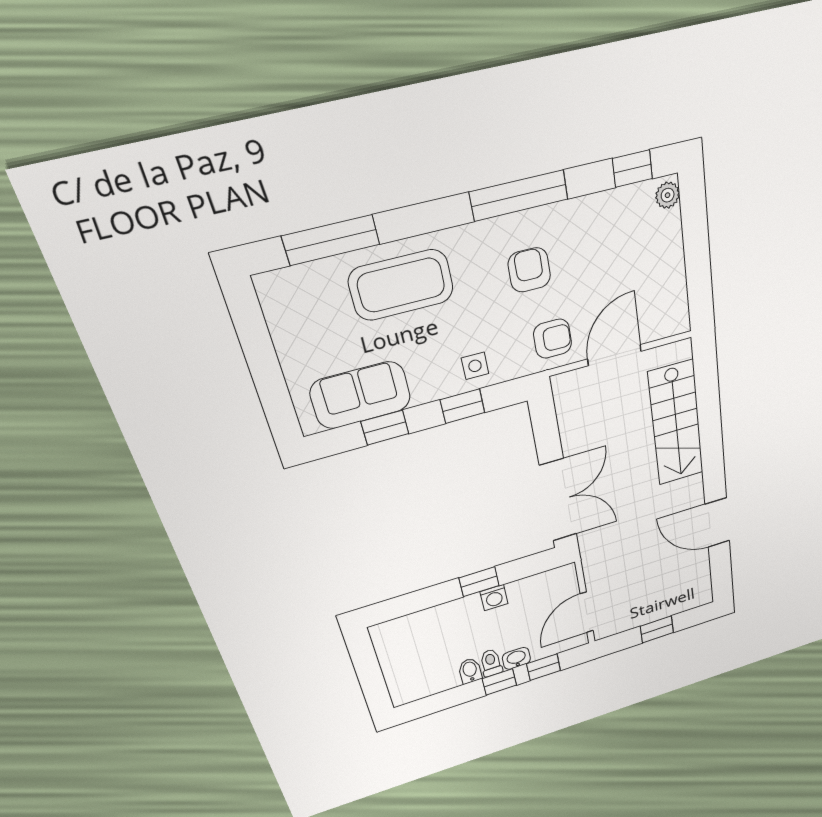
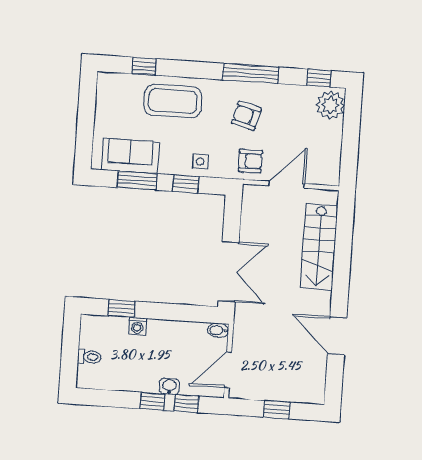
plant: (668, 195) -> (330, 105), width x1.88, depth x1.88
window: (331, 240) -> (144, 66), width x0.46
armchair: (529, 270) -> (246, 116), turned -75
window: (385, 428) -> (137, 181), width x1.50
window: (479, 582) -> (122, 308), moved
washing machine: (494, 598) -> (137, 326), moved
toilet: (491, 663) -> (89, 357), moved, turned 90
bidet: (470, 671) -> (218, 330), moved, turned -90

